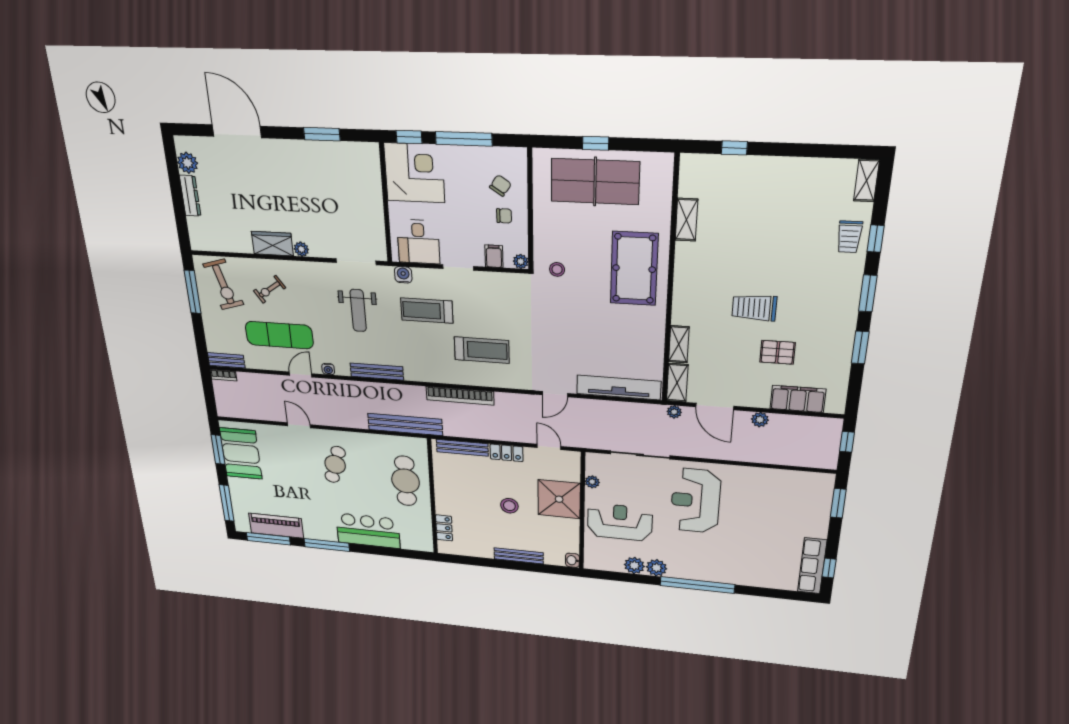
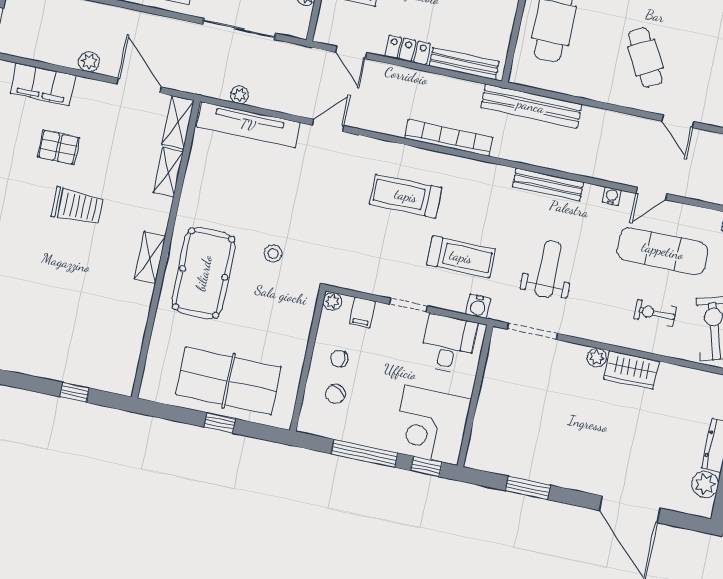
shelving: (686, 220) -> (150, 257), moved
stool: (557, 269) -> (273, 253), moved
exercise bike: (269, 289) -> (655, 313), turned -145
plant: (674, 412) -> (240, 95), moved
cafe table: (335, 464) -> (645, 58), turned -45

